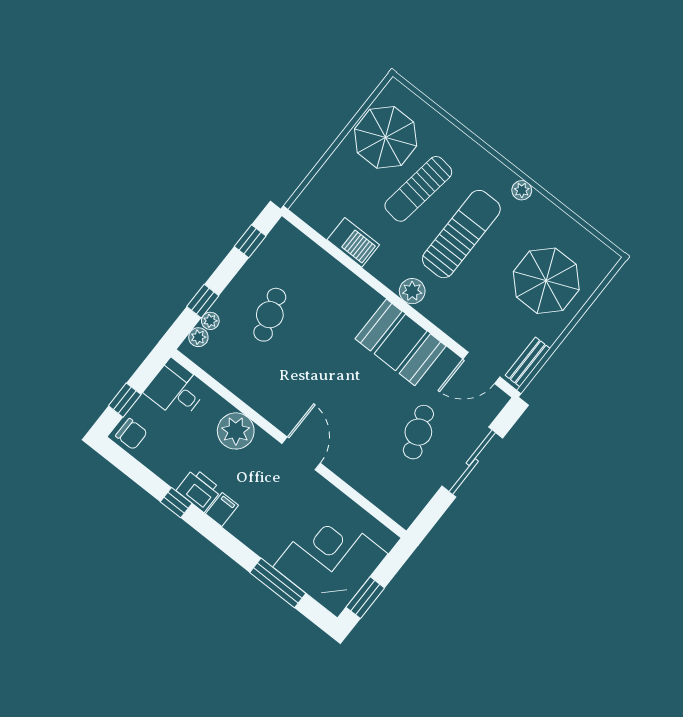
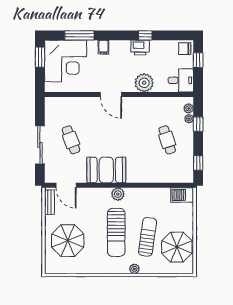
plant: (522, 190) -> (134, 269), moved
barbecue: (353, 242) -> (182, 195), moved
door: (481, 368) -> (66, 185), swing flipped
filing cabinet: (222, 510) -> (103, 47), moved

